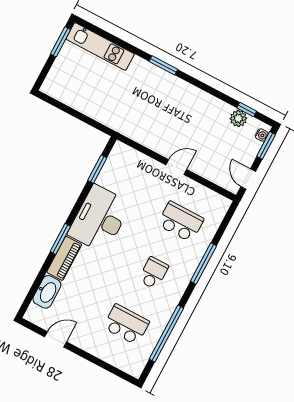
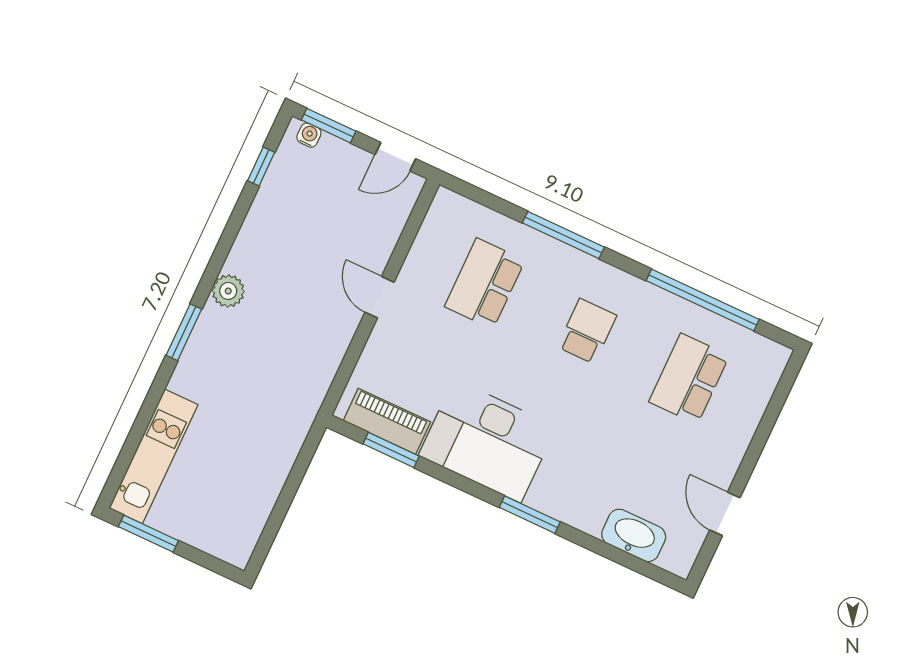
plant: (238, 118) -> (228, 291), moved
piano: (64, 258) -> (387, 421), moved
school desk: (153, 273) -> (587, 331), turned 90

